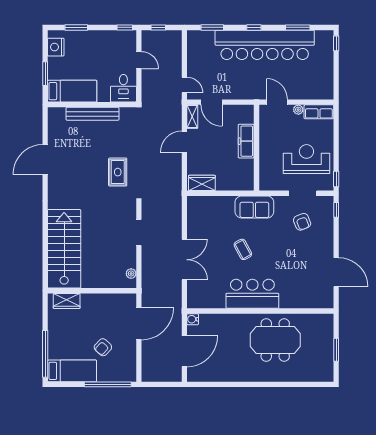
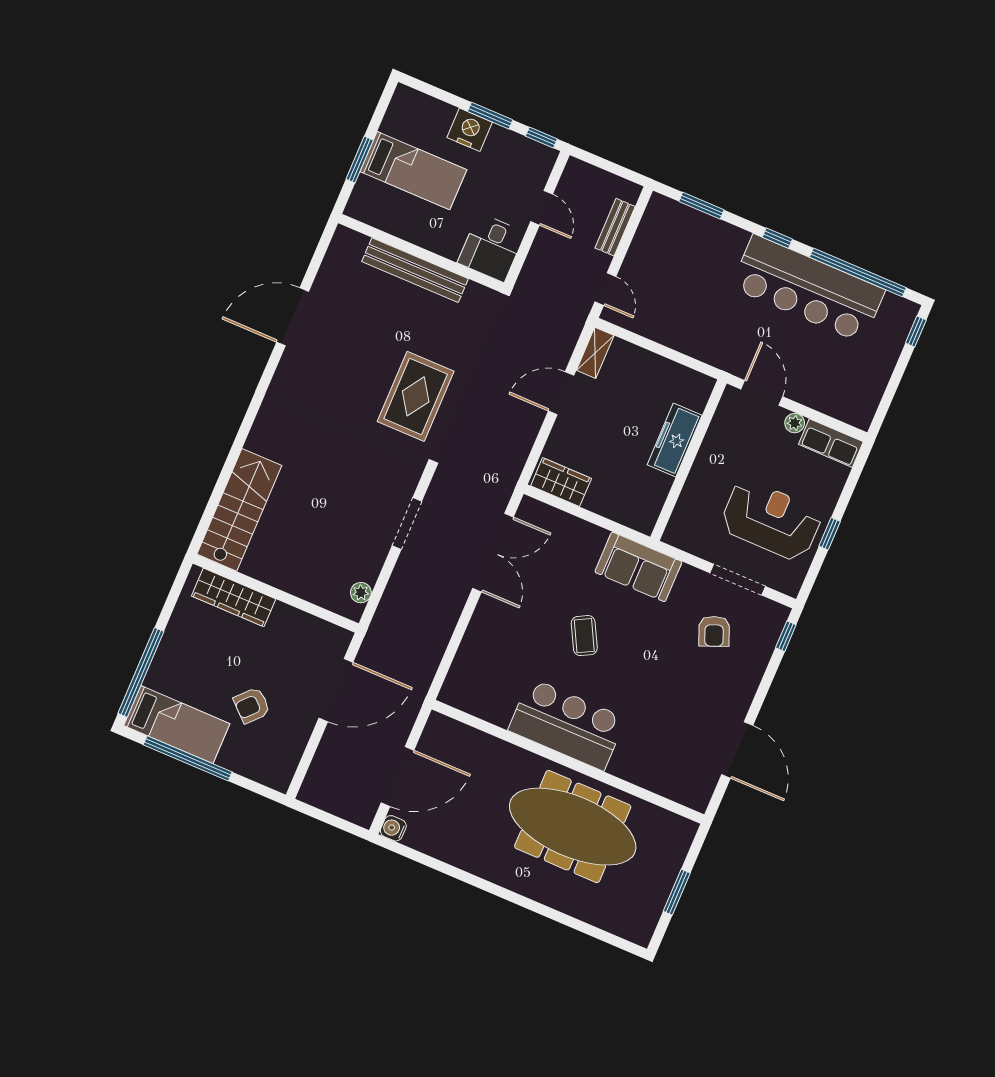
window: (76, 27) -> (490, 116), moved
window: (158, 27) -> (603, 164), removed
window: (298, 27) -> (858, 272), width x2.11
bar counter: (265, 45) -> (808, 289), width x0.73
nightstand: (56, 47) -> (470, 130), moved, turned 90
bench: (177, 54) -> (615, 227), added
bed: (72, 91) -> (413, 171), moved
door: (211, 102) -> (642, 342), removed
rug: (118, 172) -> (416, 396), width x1.36, depth x1.43
window: (336, 179) -> (830, 534), moved
stairs: (64, 249) -> (239, 510), width x0.73, depth x0.66
double door: (184, 260) -> (493, 553), moved
wardrobe: (67, 301) -> (234, 597), width x1.50
water cooler: (193, 319) -> (393, 828), moved
meeting table: (275, 340) -> (573, 827), width x1.36
window: (108, 384) -> (188, 758), moved

